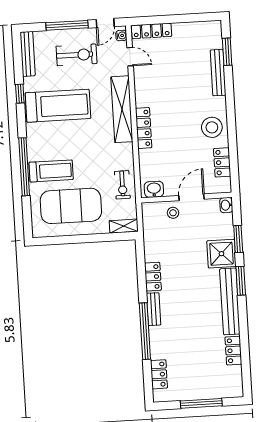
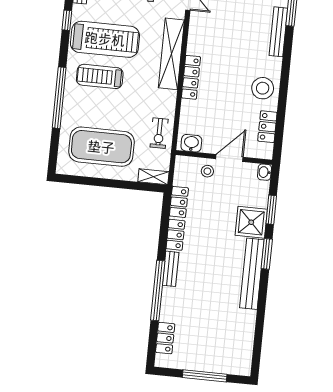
treadmill: (51, 171) -> (100, 76), moved, turned 180
locker: (233, 351) -> (179, 202), moved, turned 180

